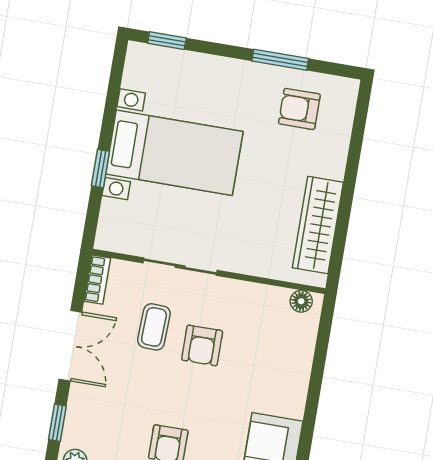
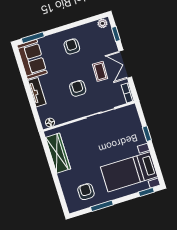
armchair: (299, 109) -> (86, 192), turned -90
bed with nightstands: (174, 153) -> (129, 172), moved
coffee table: (154, 327) -> (100, 71), moved
tv unit: (296, 383) -> (37, 92), added

